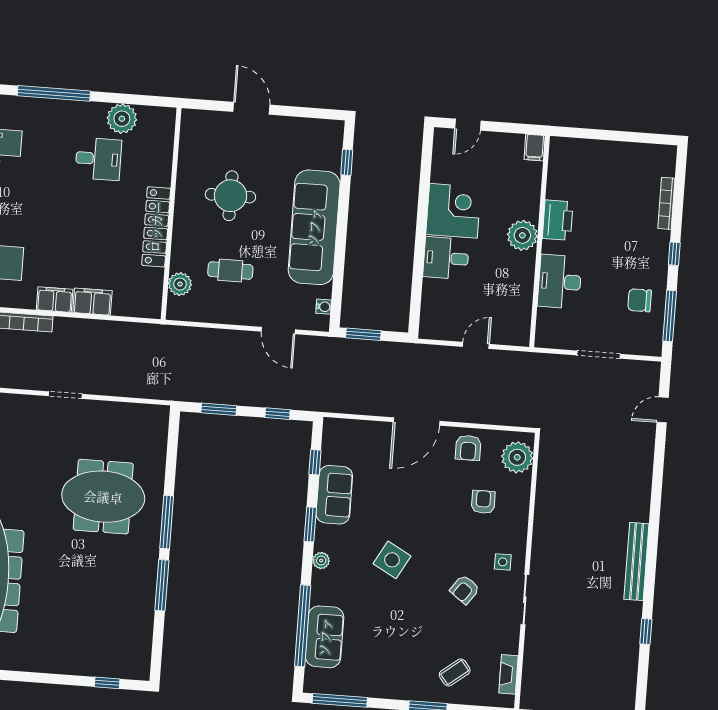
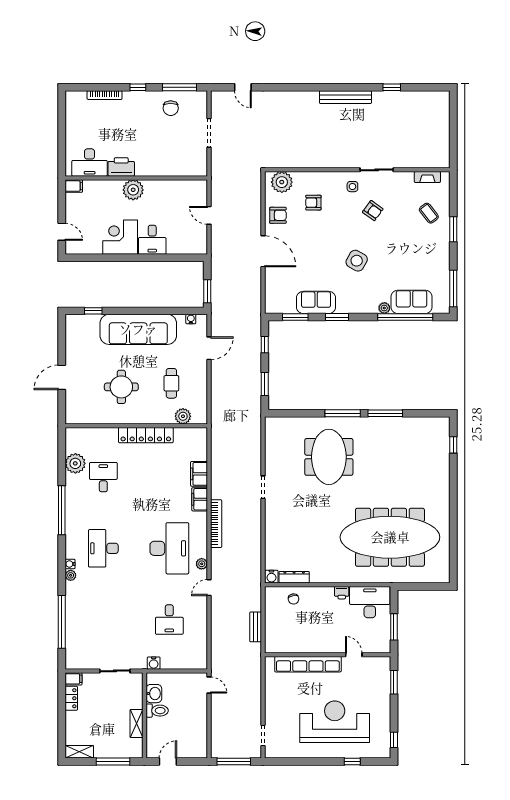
desk: (560, 282) -> (90, 163), moved
window: (315, 462) -> (295, 317), width x1.50
plant: (321, 561) -> (384, 308), moved

